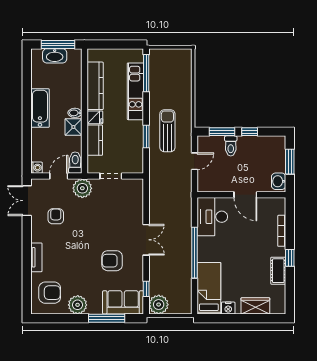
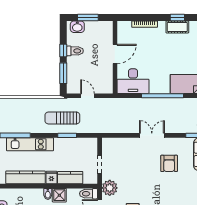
toilet: (231, 146) -> (75, 51), moved
washbasin: (279, 181) -> (77, 27), moved
window: (290, 258) -> (177, 18), moved

